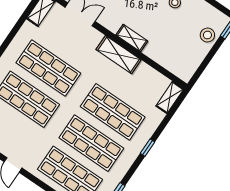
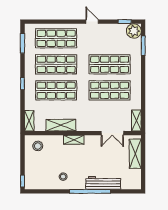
stool: (207, 35) -> (38, 146), moved
shelving: (119, 55) -> (61, 125), moved

